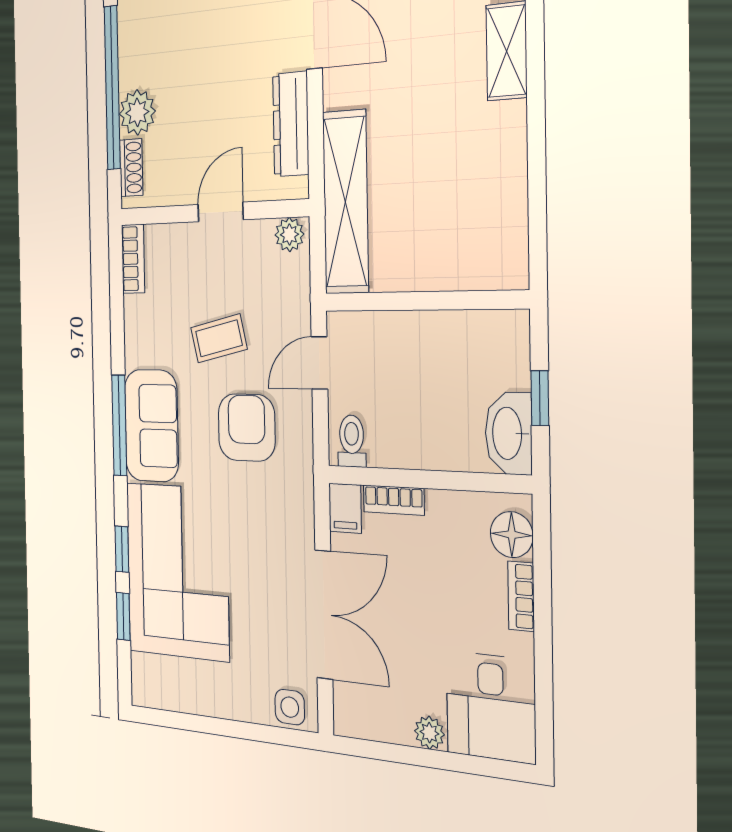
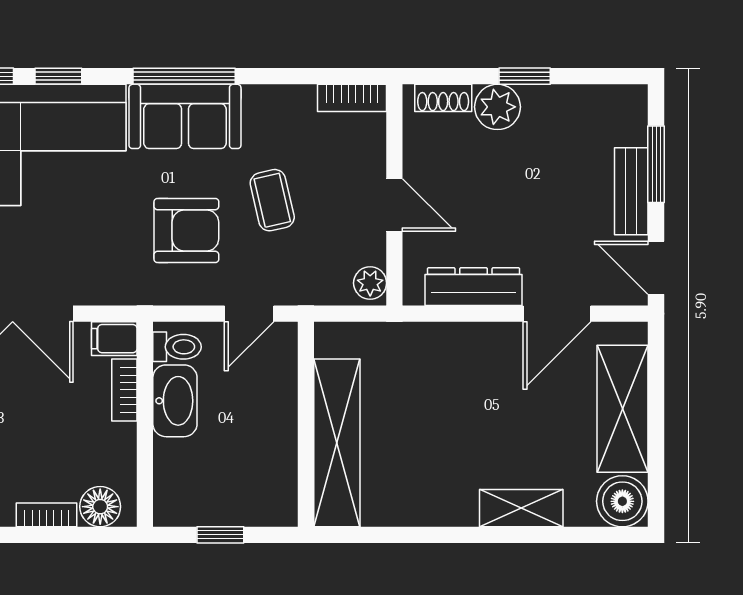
window: (112, 88) -> (525, 76), width x0.32
shelving: (346, 202) -> (337, 443), moved, turned 90
door: (320, 363) -> (249, 314), swing flipped
washbasin: (508, 433) -> (175, 401), moved, turned 90

